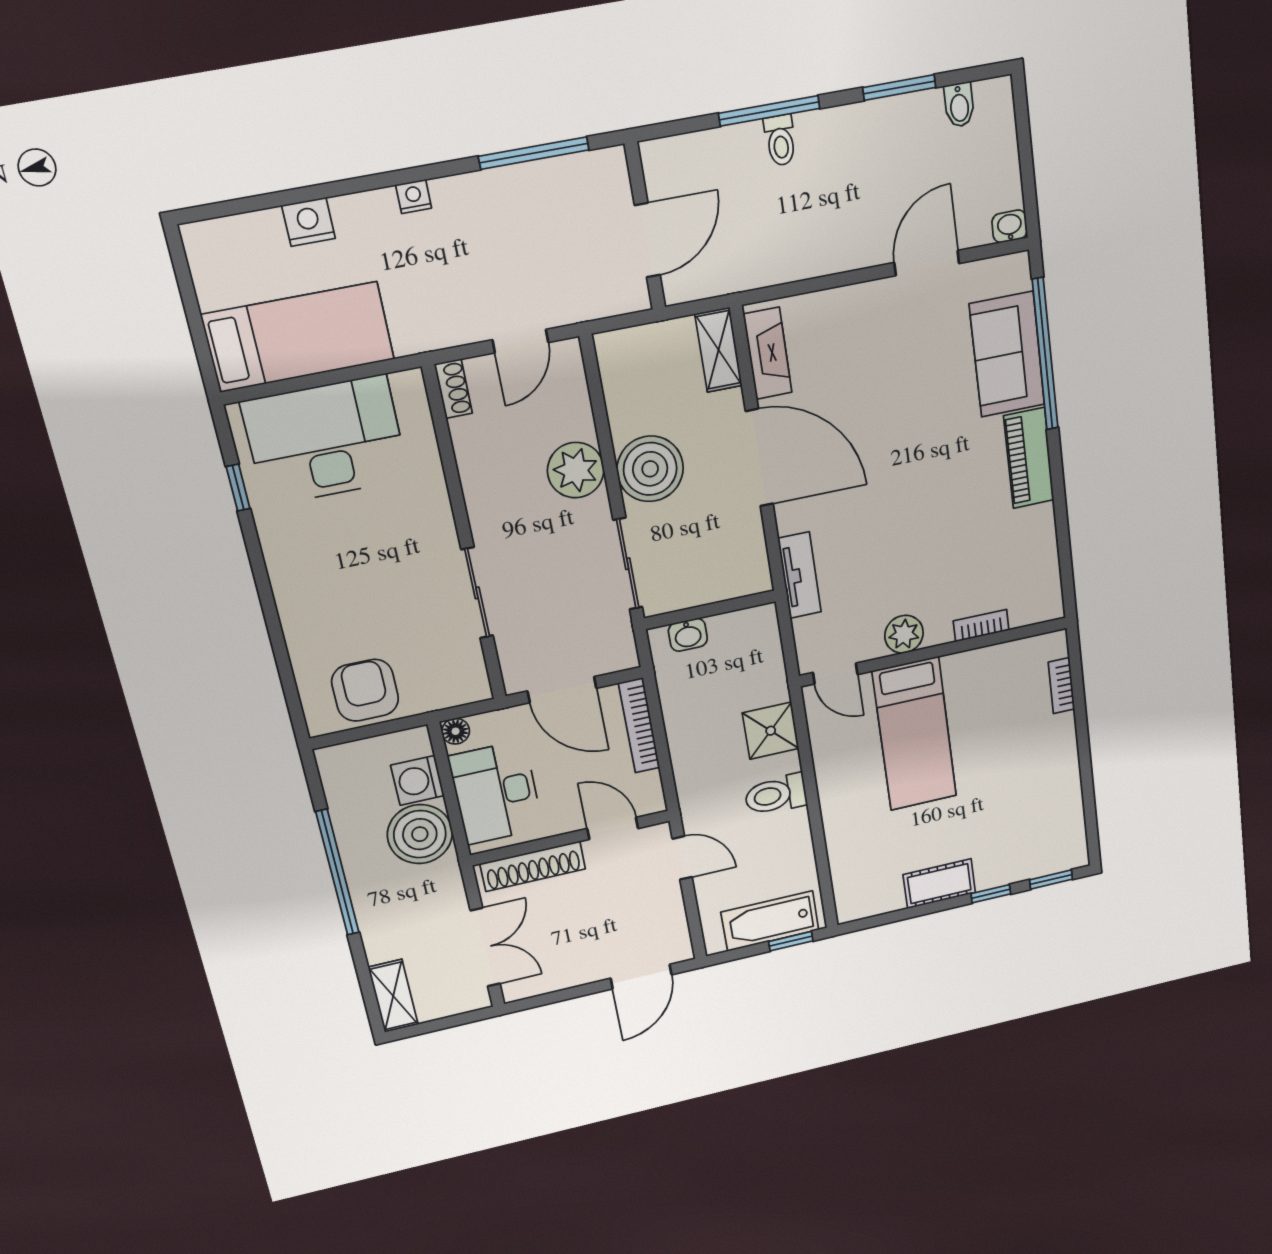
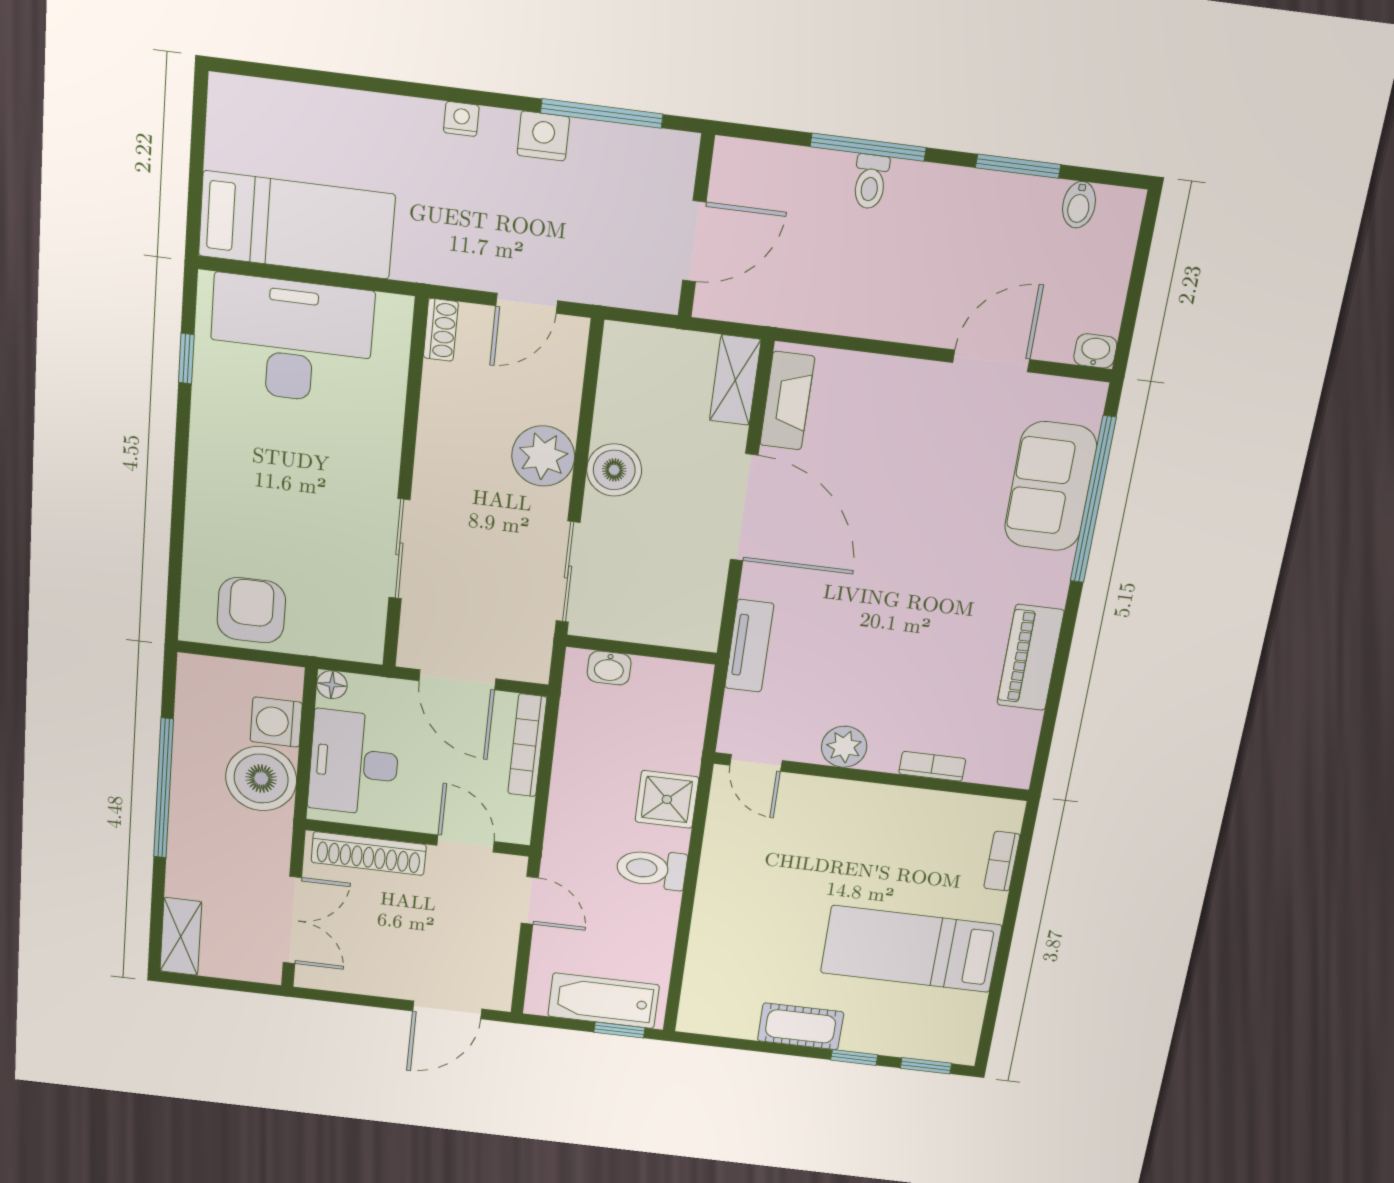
nightstand: (308, 222) -> (543, 136), moved
piano: (1029, 458) -> (1030, 658), moved
boiler: (650, 469) -> (614, 470), width x0.73, depth x0.73
bed: (915, 734) -> (911, 949), moved, turned 90

